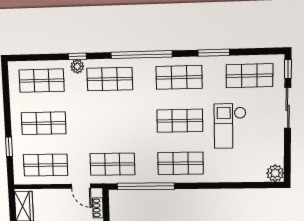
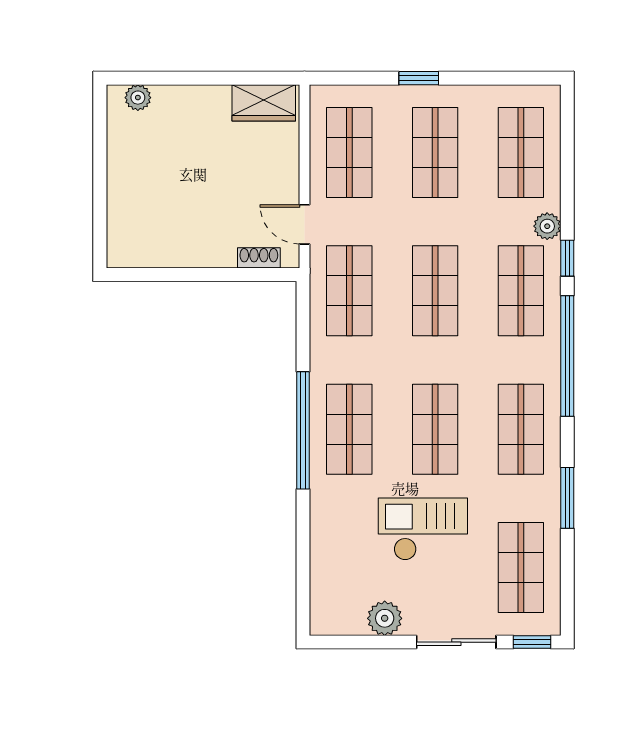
window: (77, 56) -> (567, 258), moved
shop shelf: (111, 122) -> (435, 291), added
window: (9, 147) -> (419, 78), moved
plant: (275, 173) -> (385, 618), moved
door: (81, 186) -> (305, 224), hinge flipped
window: (146, 186) -> (303, 430), moved

